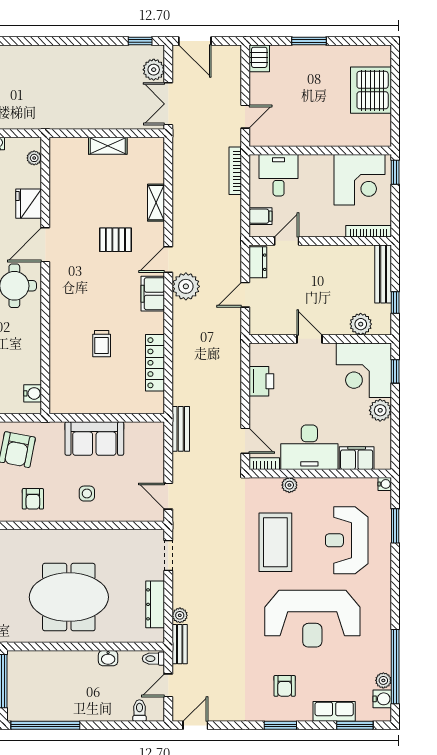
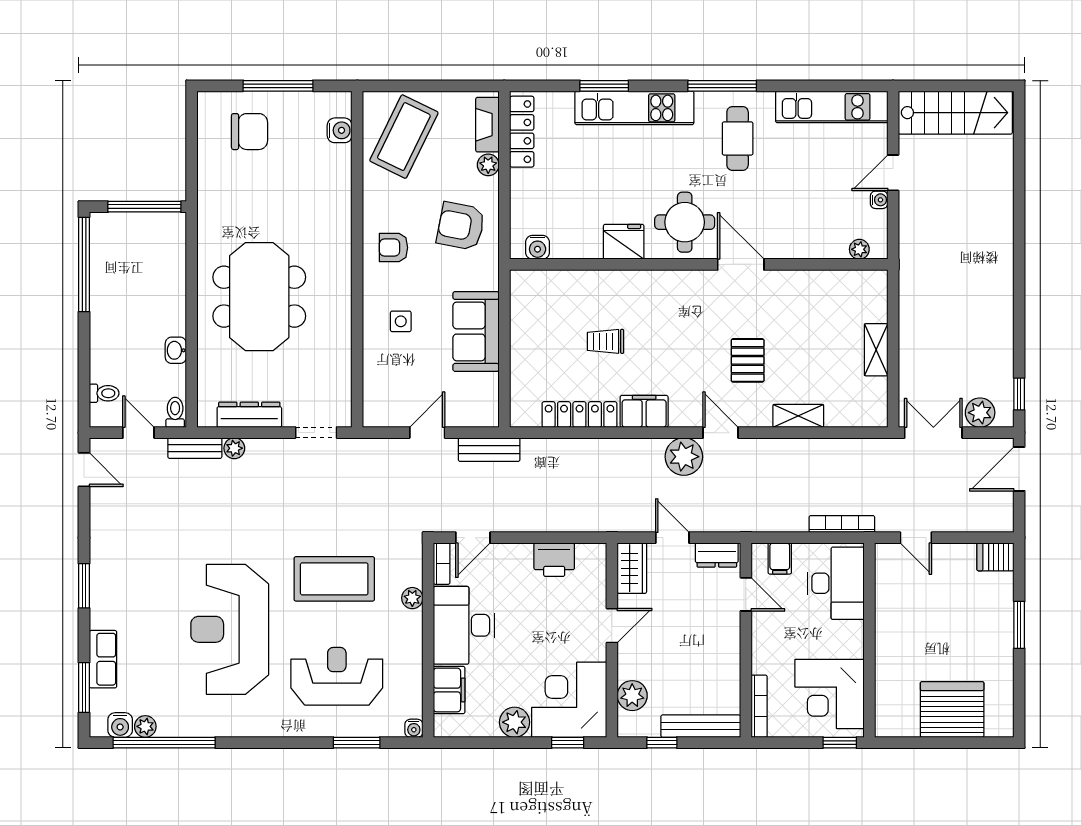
desk: (279, 175) -> (836, 583), width x1.37
fridge: (29, 204) -> (624, 242), moved
filing cabinet: (153, 294) -> (644, 411), moved
wardrobe: (268, 324) -> (632, 568), added
door: (168, 496) -> (427, 433), moved
armchair: (285, 686) -> (138, 592), removed

